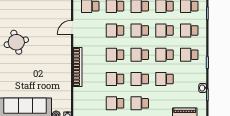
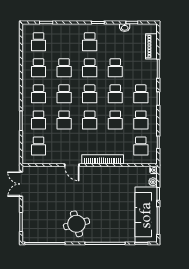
door: (72, 27) -> (72, 165), moved
school desk: (189, 30) -> (141, 146), moved

